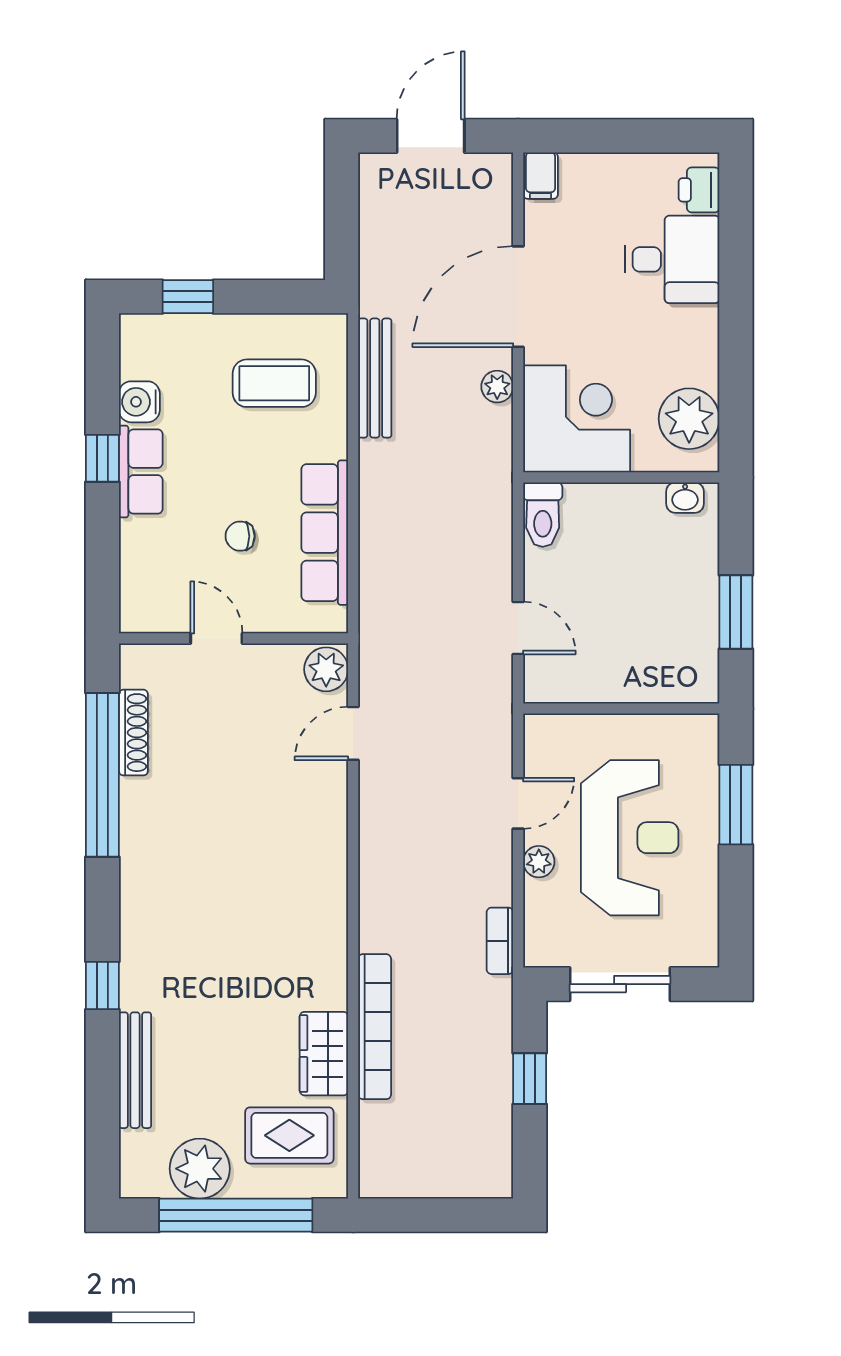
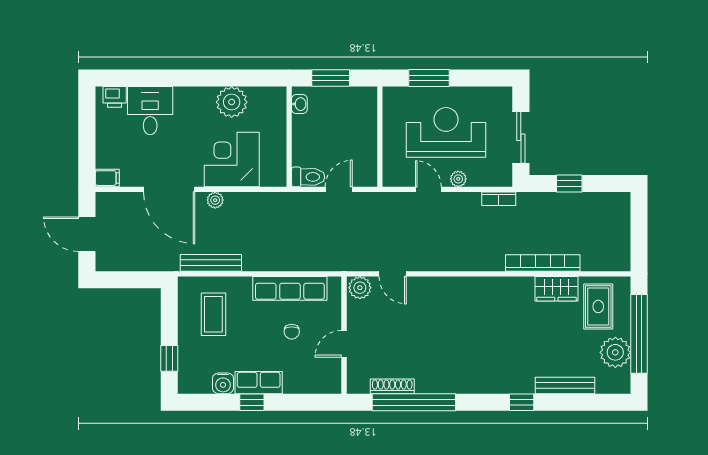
wall: (621, 477) -> (289, 137), moved
washbasin: (685, 498) -> (299, 104), moved
toilet: (543, 515) -> (308, 177), moved

